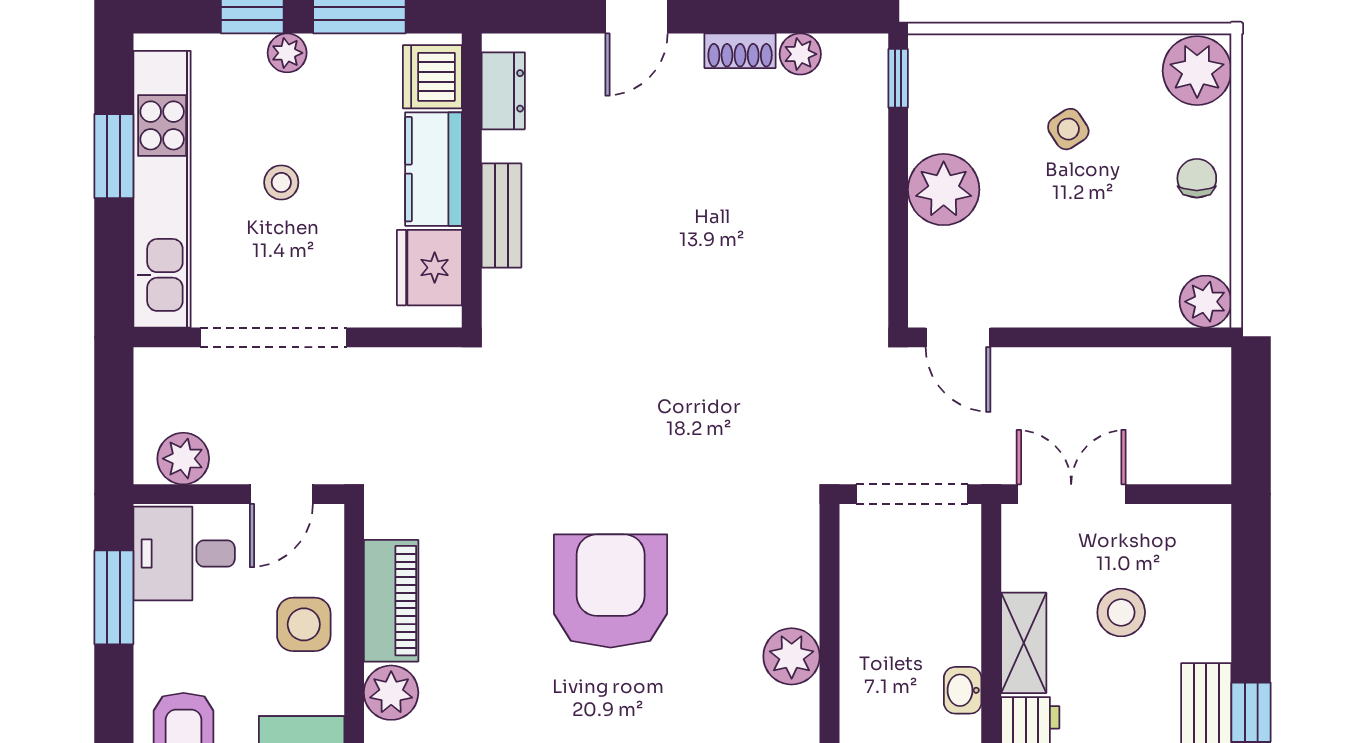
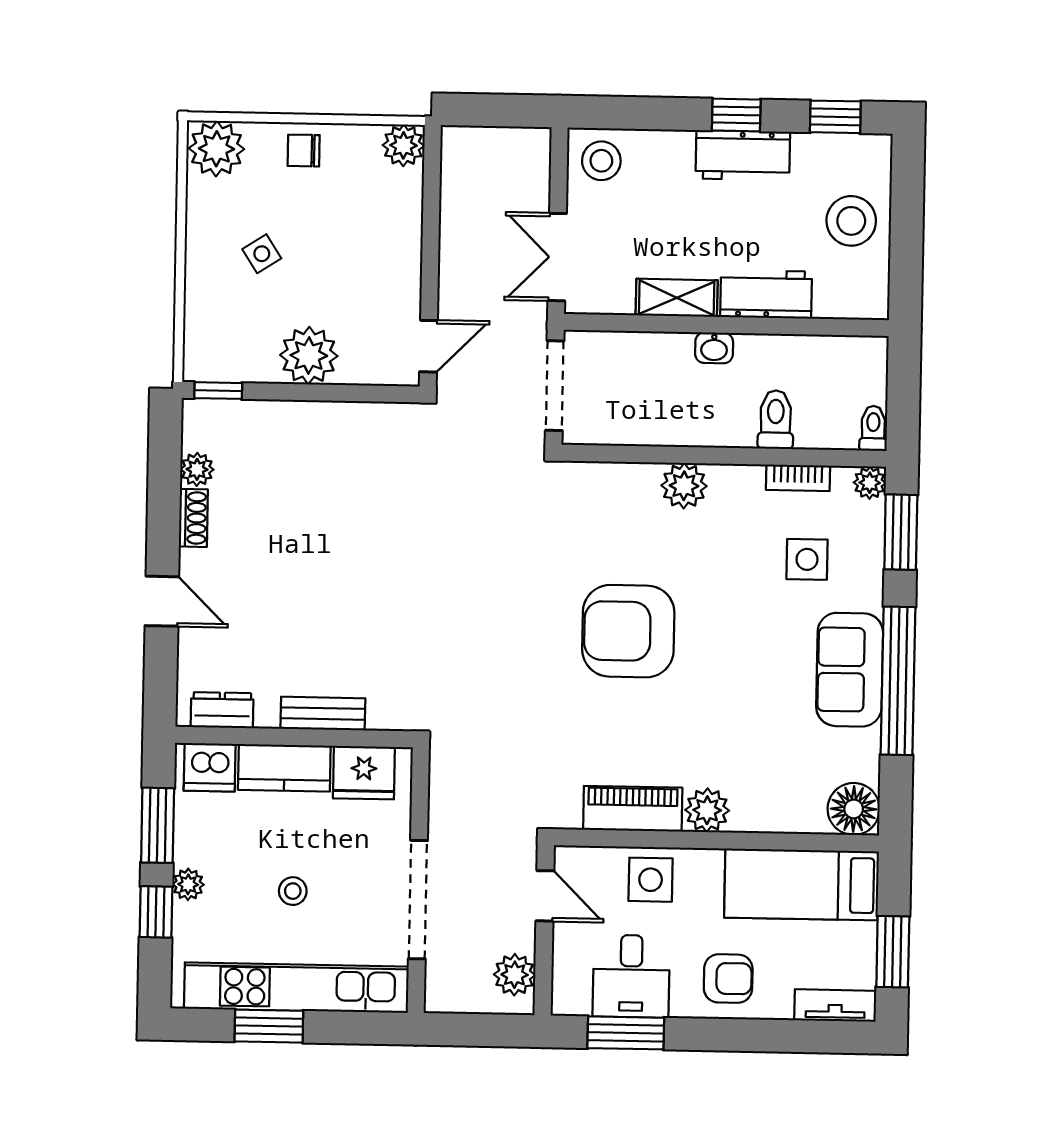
desk: (184, 553) -> (631, 976), moved
stool: (1121, 612) -> (601, 161), moved

